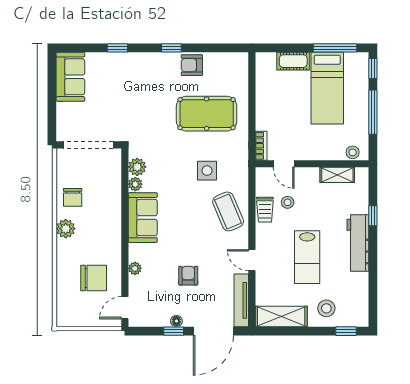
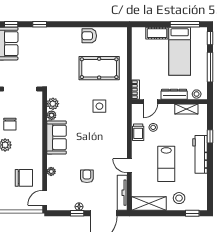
window: (171, 48) -> (11, 24), moved
dresser: (319, 153) -> (174, 94), added
door: (284, 164) -> (151, 102), hinge flipped
coffee table: (228, 211) -> (113, 133), removed

